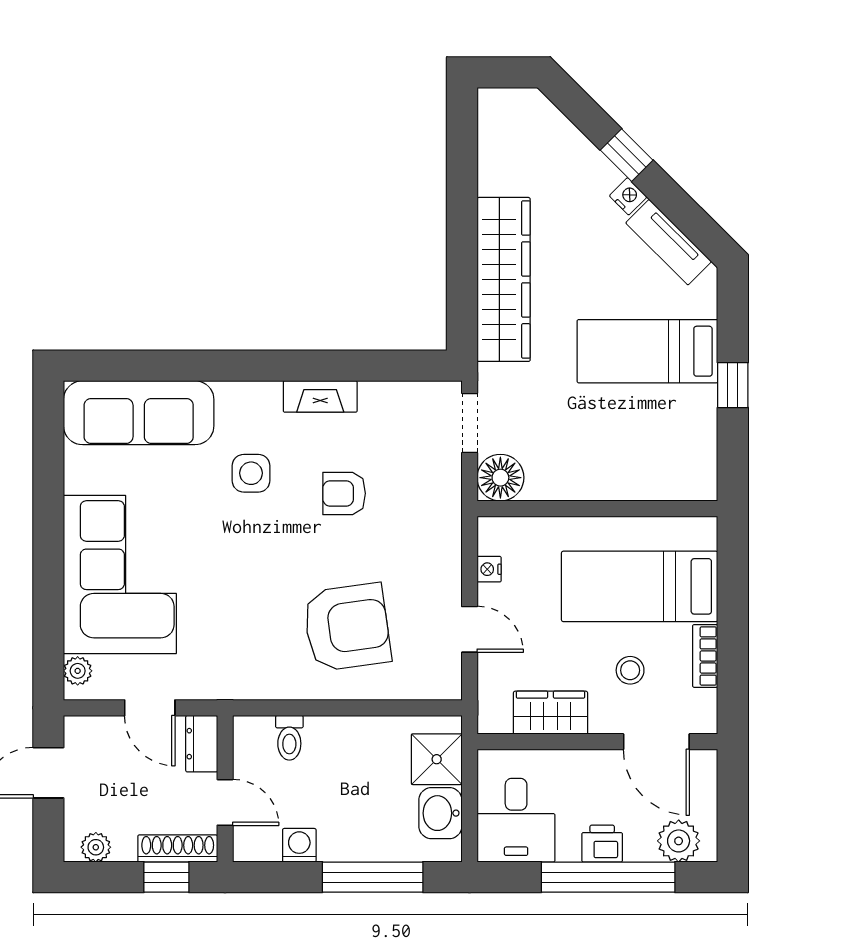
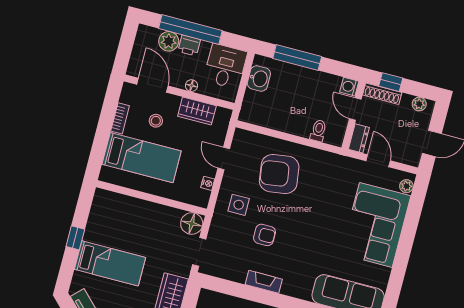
side table: (251, 473) -> (239, 205), moved
shower: (437, 759) -> (254, 103), removed
floor lamp: (575, 762) -> (192, 86), added
plant: (679, 841) -> (169, 41), moved
washing machine: (299, 845) -> (349, 87), moved, turned 90

